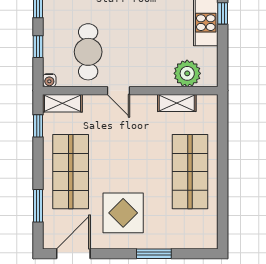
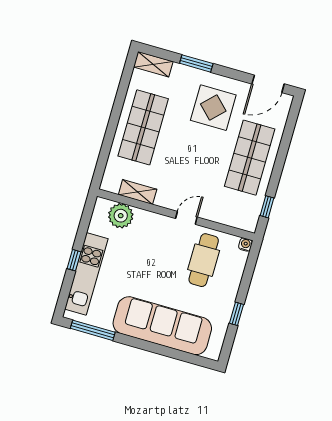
window: (38, 47) -> (247, 277), removed
door: (119, 91) -> (186, 218), hinge flipped
shelving: (62, 103) -> (153, 64), moved
window: (38, 206) -> (287, 136), removed

